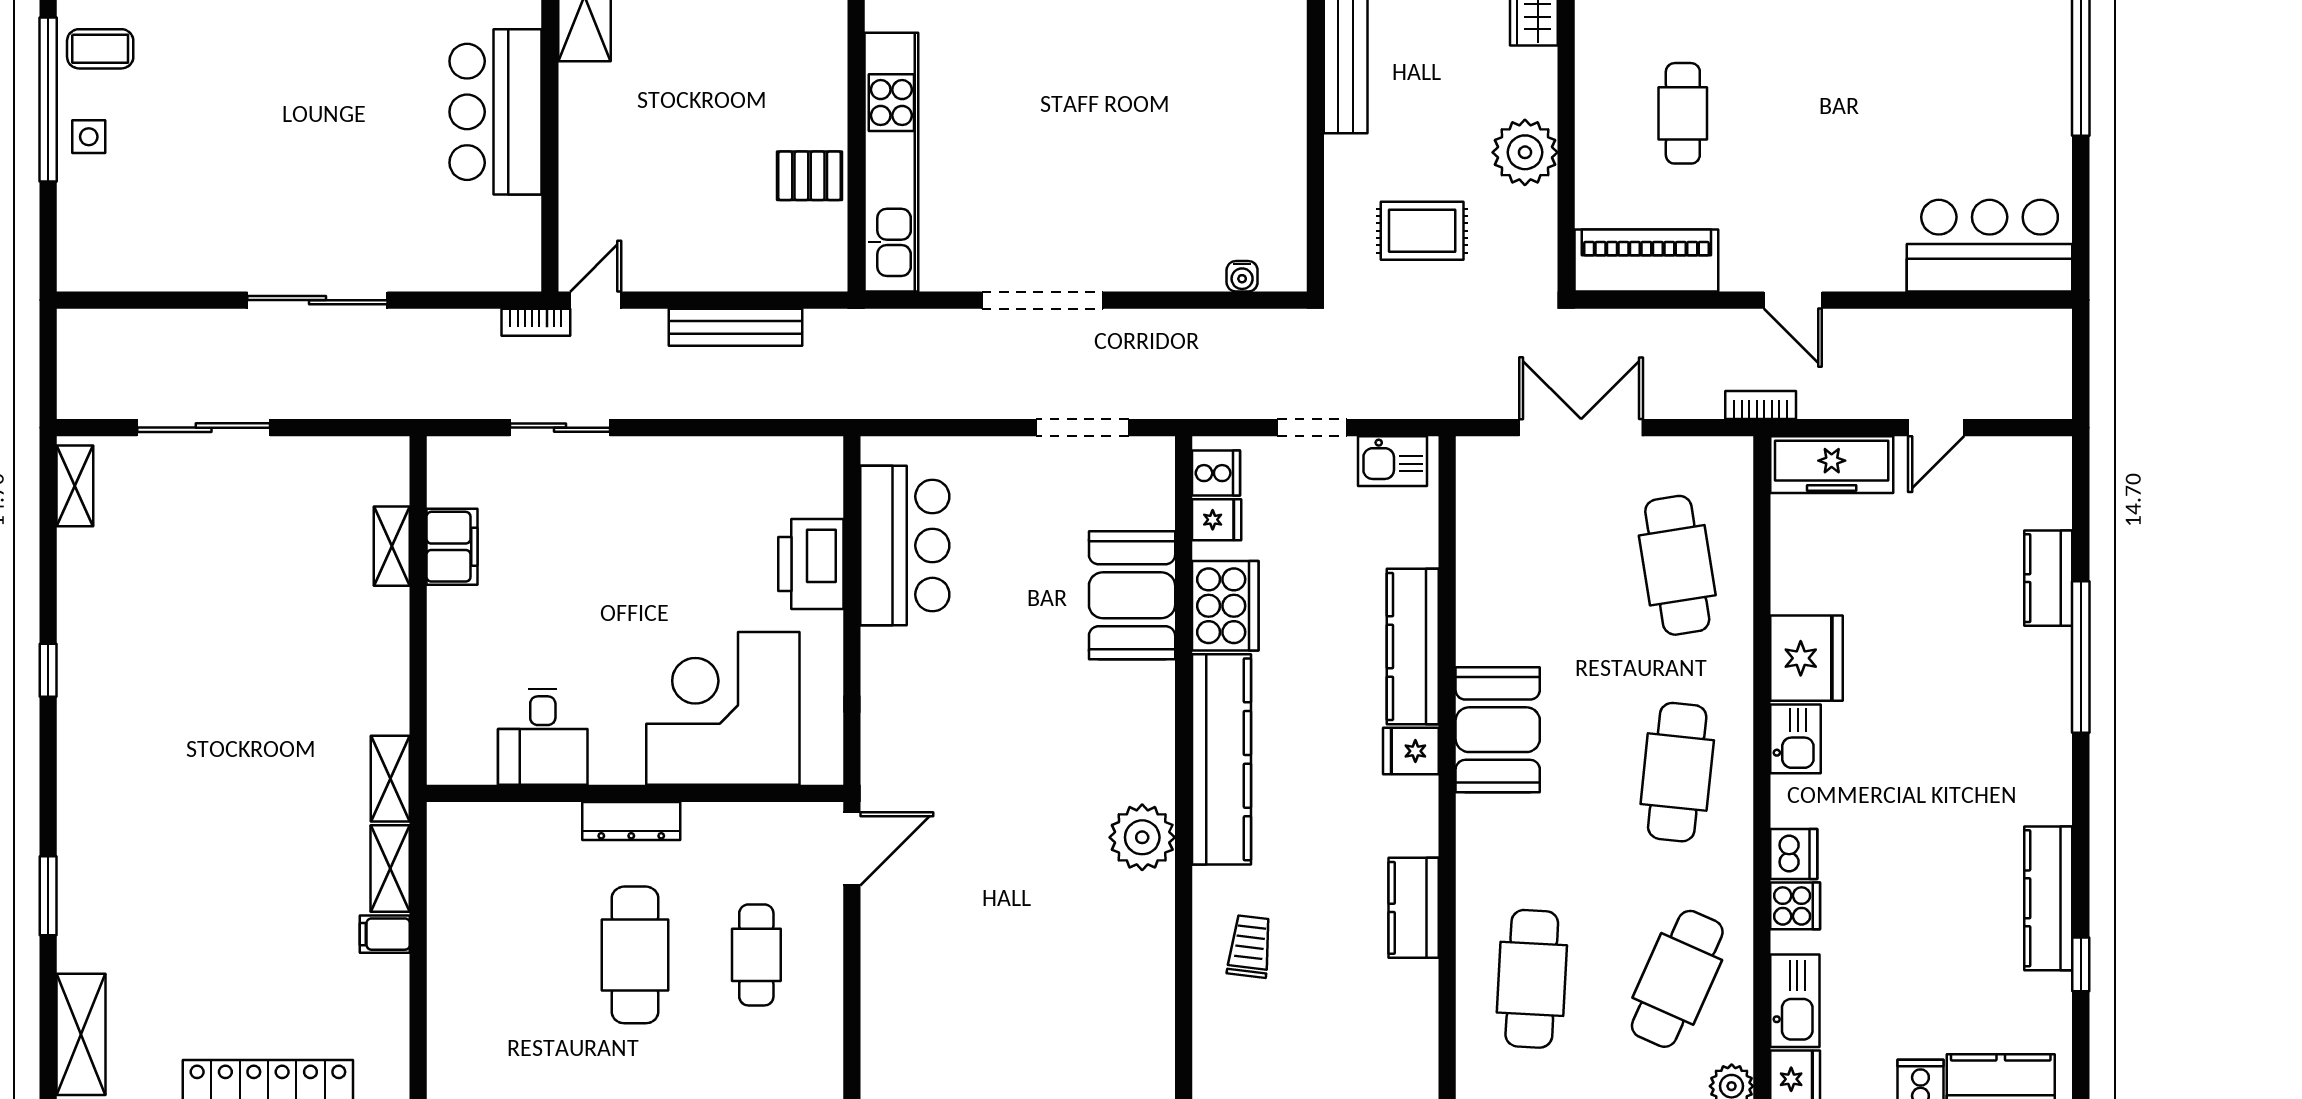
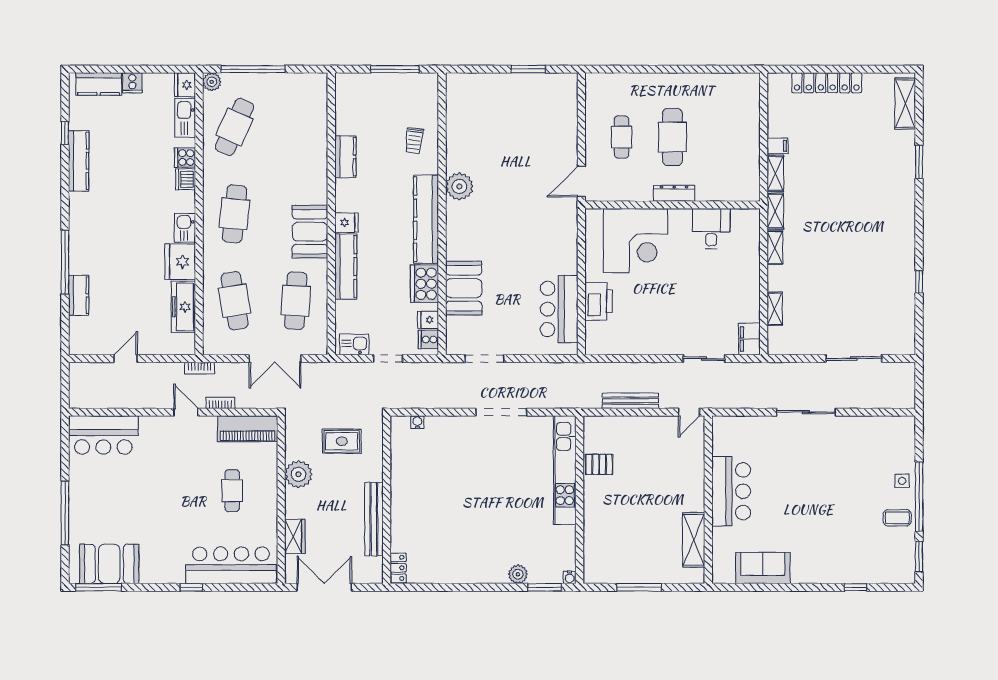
bookcase: (536, 322) -> (220, 403), moved
freezer: (1832, 465) -> (183, 307), moved, turned -90
shelving: (75, 486) -> (775, 248), moved
filing cabinet: (452, 547) -> (749, 339), moved
window: (48, 670) -> (919, 282), moved
cafe table: (1532, 979) -> (296, 301), moved

